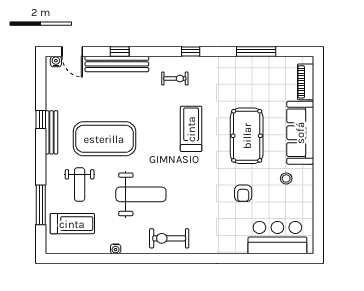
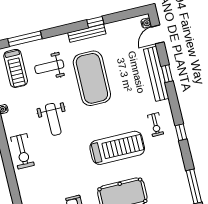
treadmill: (191, 129) -> (117, 148), width x1.37, depth x1.38
weight bench: (141, 194) -> (53, 119), width x0.73, depth x0.75
exercise bike: (169, 238) -> (22, 151), turned 180

